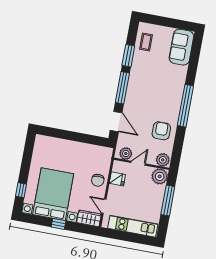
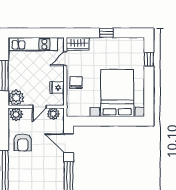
bed with nightstands: (53, 194) -> (117, 93), moved, turned 180
door: (104, 206) -> (65, 59), swing flipped

